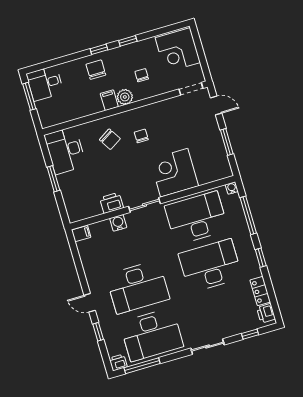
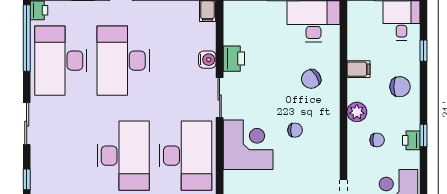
window: (99, 49) -> (423, 51), moved
printer: (134, 49) -> (411, 140), added
filing cabinet: (109, 100) -> (358, 69), moved
chair: (141, 136) -> (295, 130), moved
window: (142, 366) -> (27, 38), width x1.46

